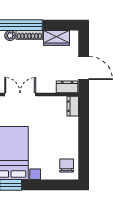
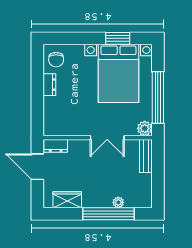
shoe rack: (29, 35) -> (97, 203), removed
dresser: (73, 106) -> (49, 85), moved

